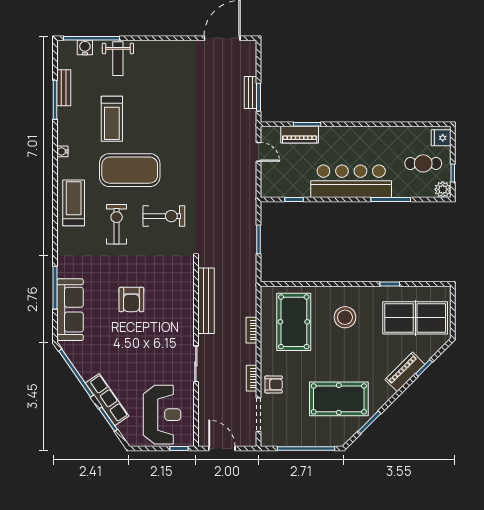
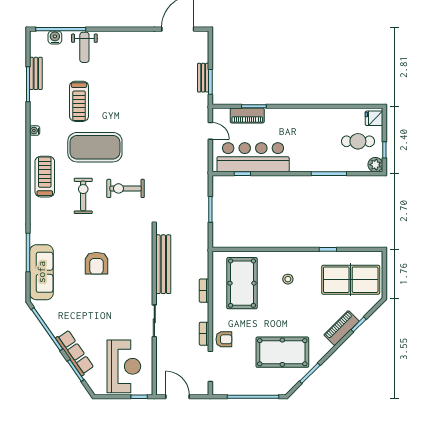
bar counter: (351, 181) -> (253, 157), moved
exercise bike: (164, 216) -> (126, 188), turned 180
stool: (345, 317) -> (288, 279), width x0.53, depth x0.53

